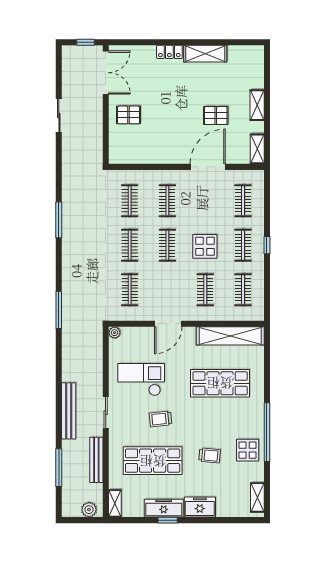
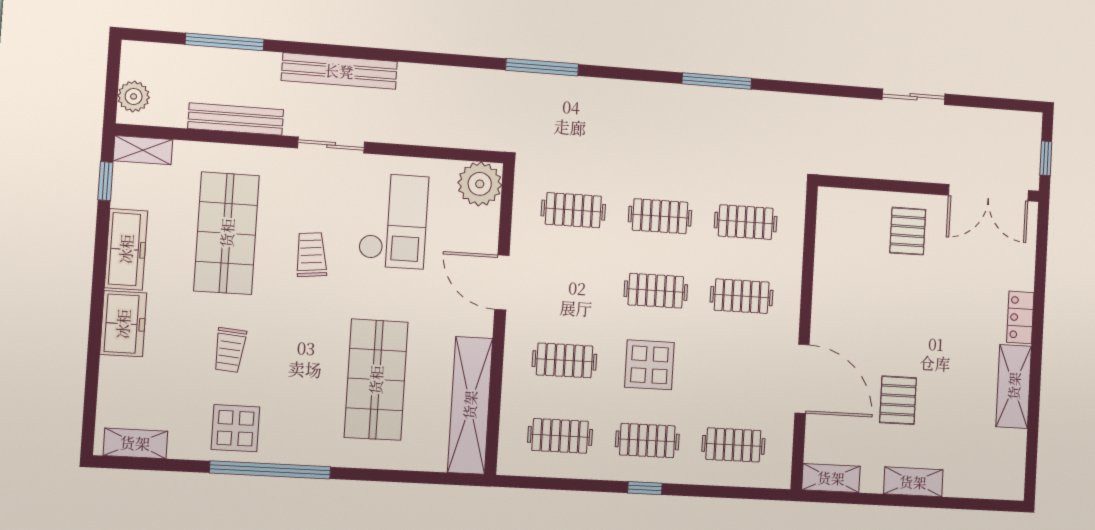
plant: (115, 333) -> (480, 184), width x1.88, depth x1.88
window: (168, 520) -> (105, 181), moved

